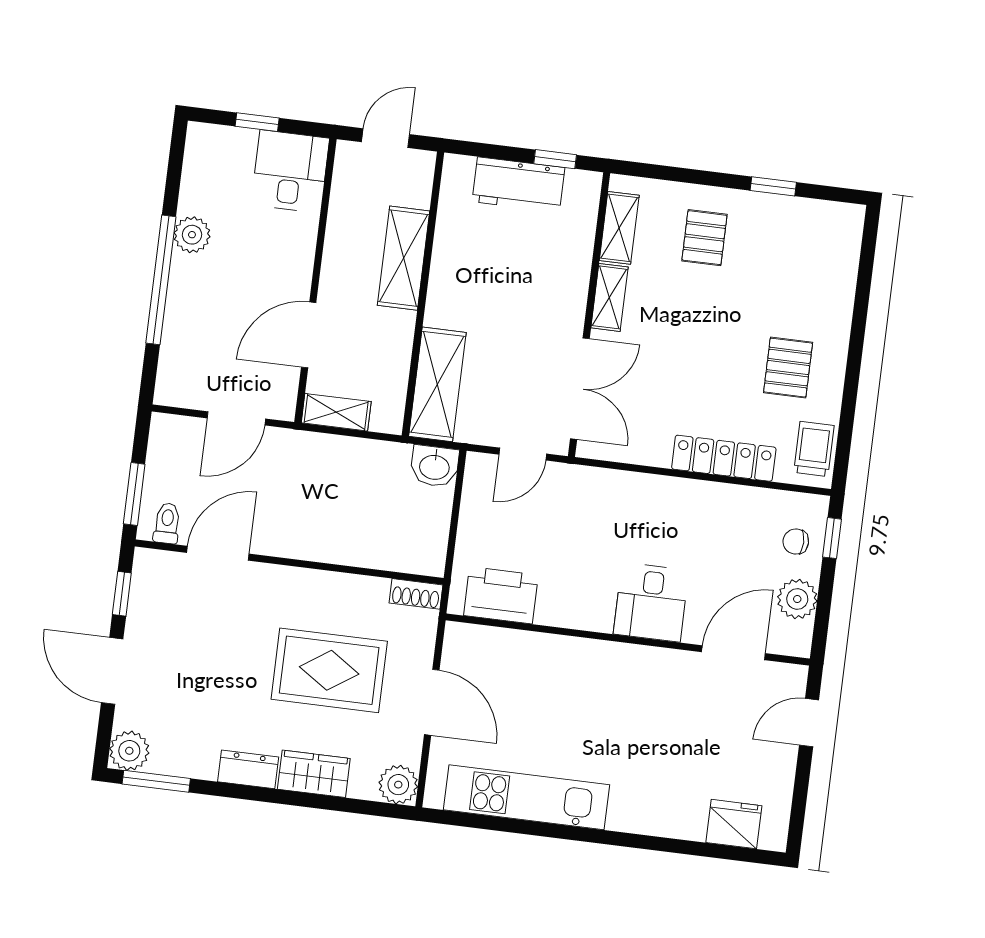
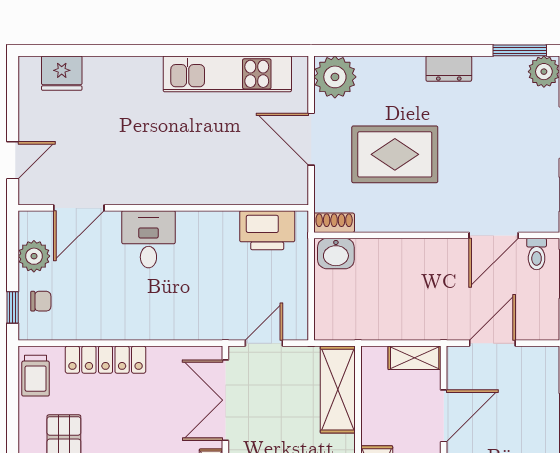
washbasin: (435, 466) -> (336, 254), moved, turned 180
wardrobe: (314, 774) -> (397, 72), removed
plant: (398, 785) -> (335, 77), width x1.36, depth x1.36

